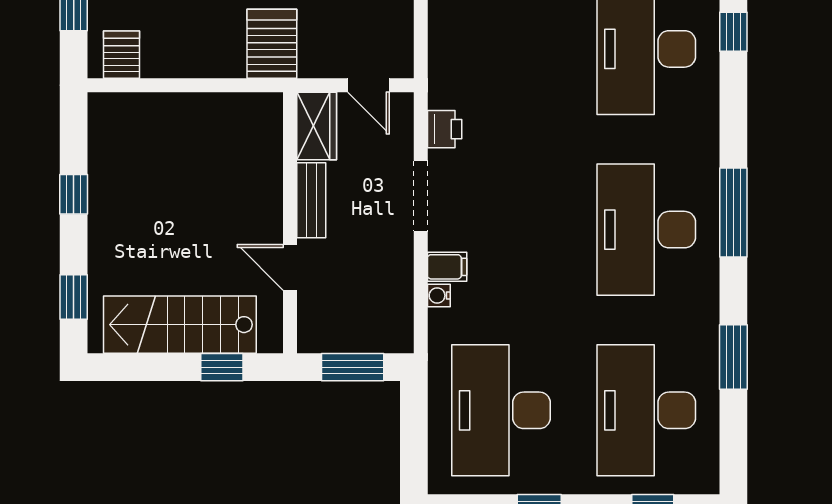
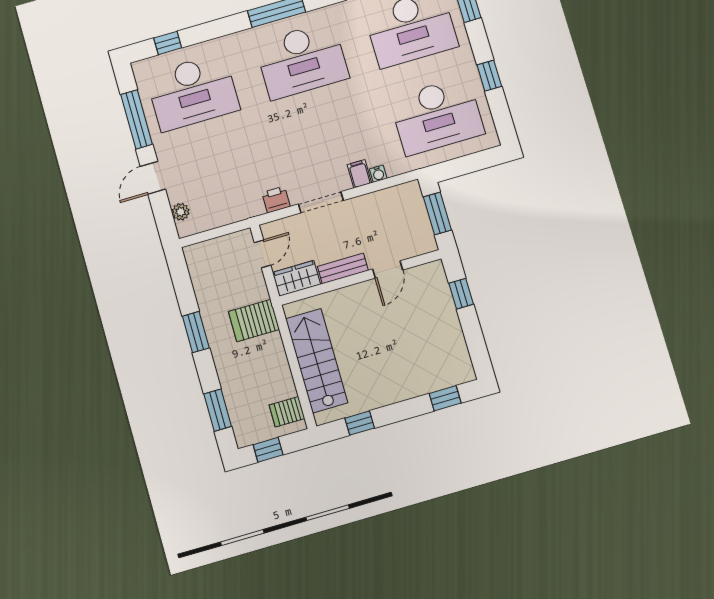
window: (74, 194) -> (360, 423), moved
stairs: (180, 325) -> (317, 361), moved, turned 180

